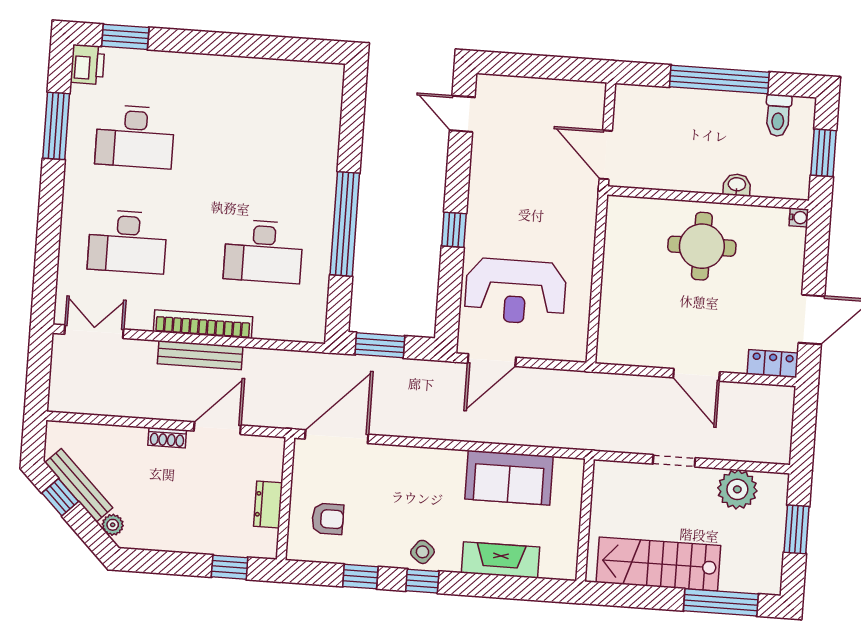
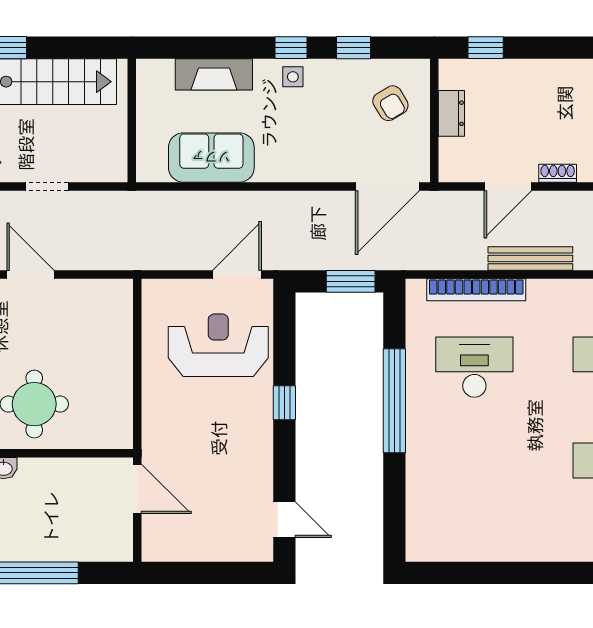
bookcase: (203, 324) -> (476, 290), moved
armchair: (328, 519) -> (390, 103), turned -121
side table: (422, 552) -> (293, 77), turned -37

